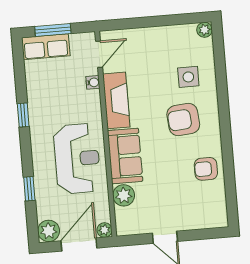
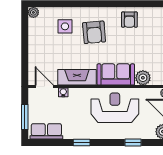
row of seats: (46, 47) -> (46, 131), moved, turned -90

